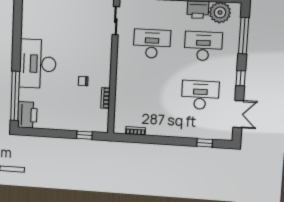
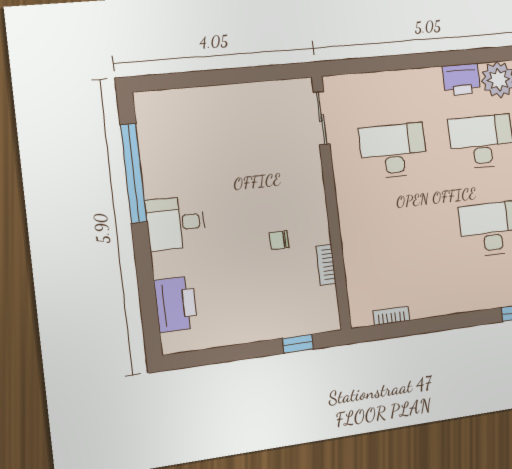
desk: (38, 64) -> (176, 223), width x0.53, depth x0.77
window: (15, 96) -> (134, 173), moved
printer: (27, 115) -> (176, 304), moved

